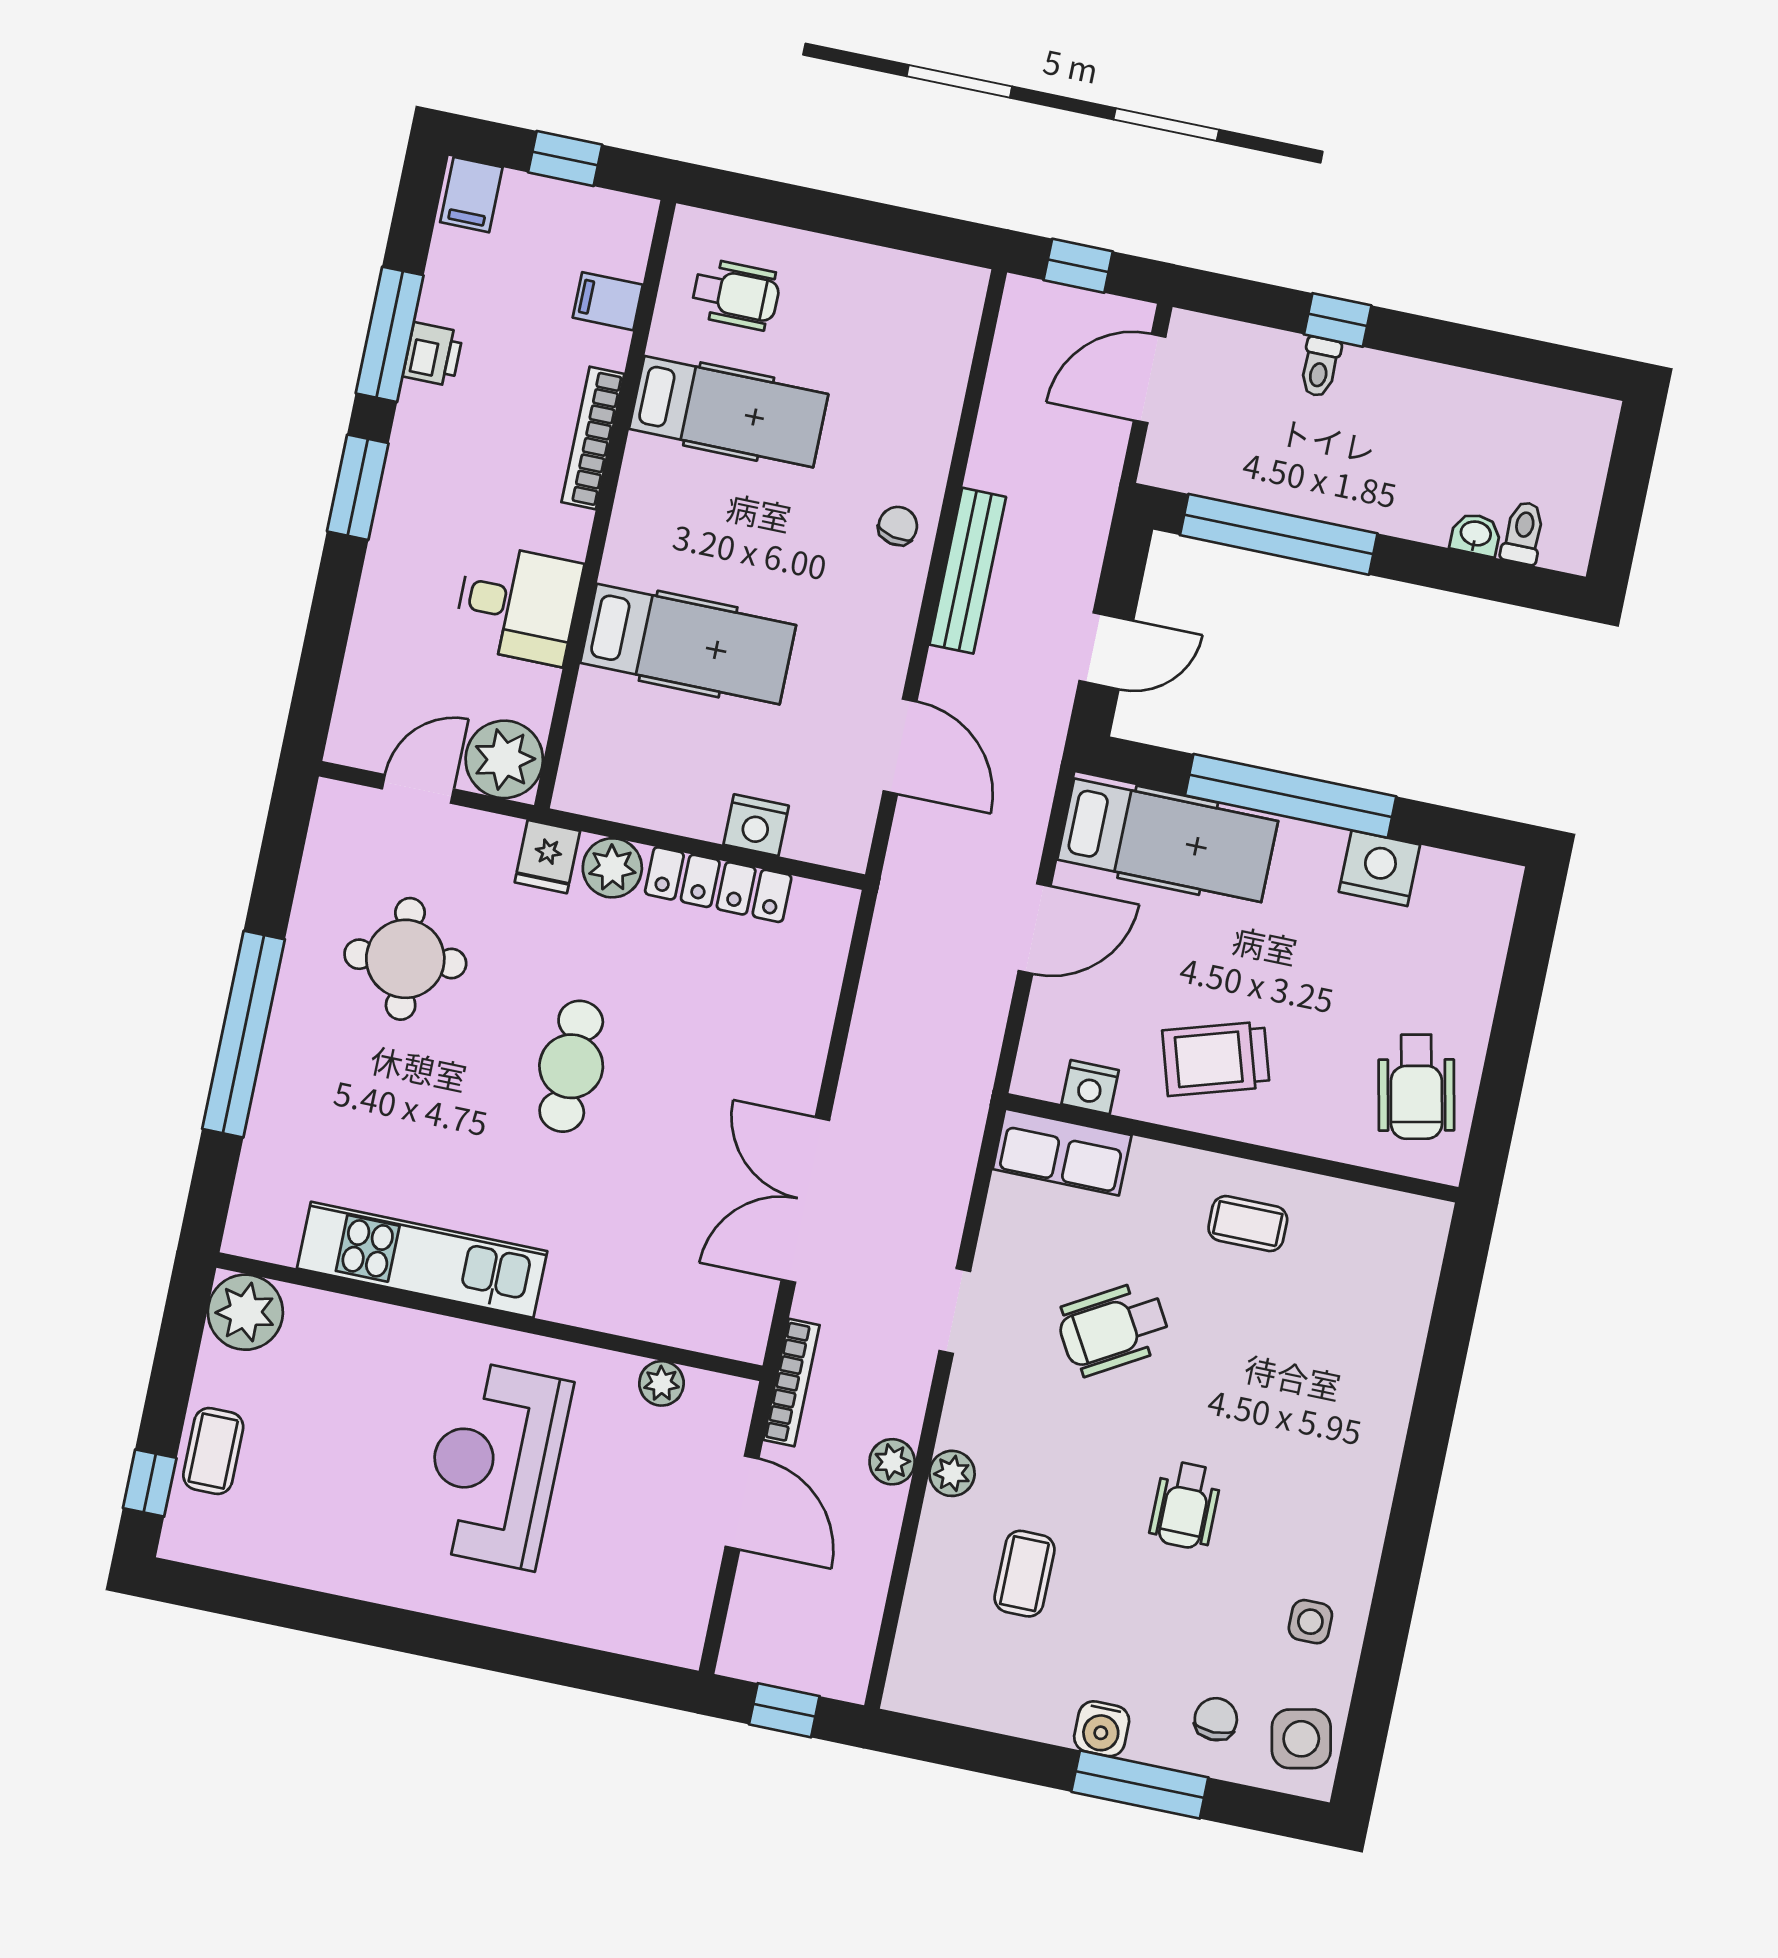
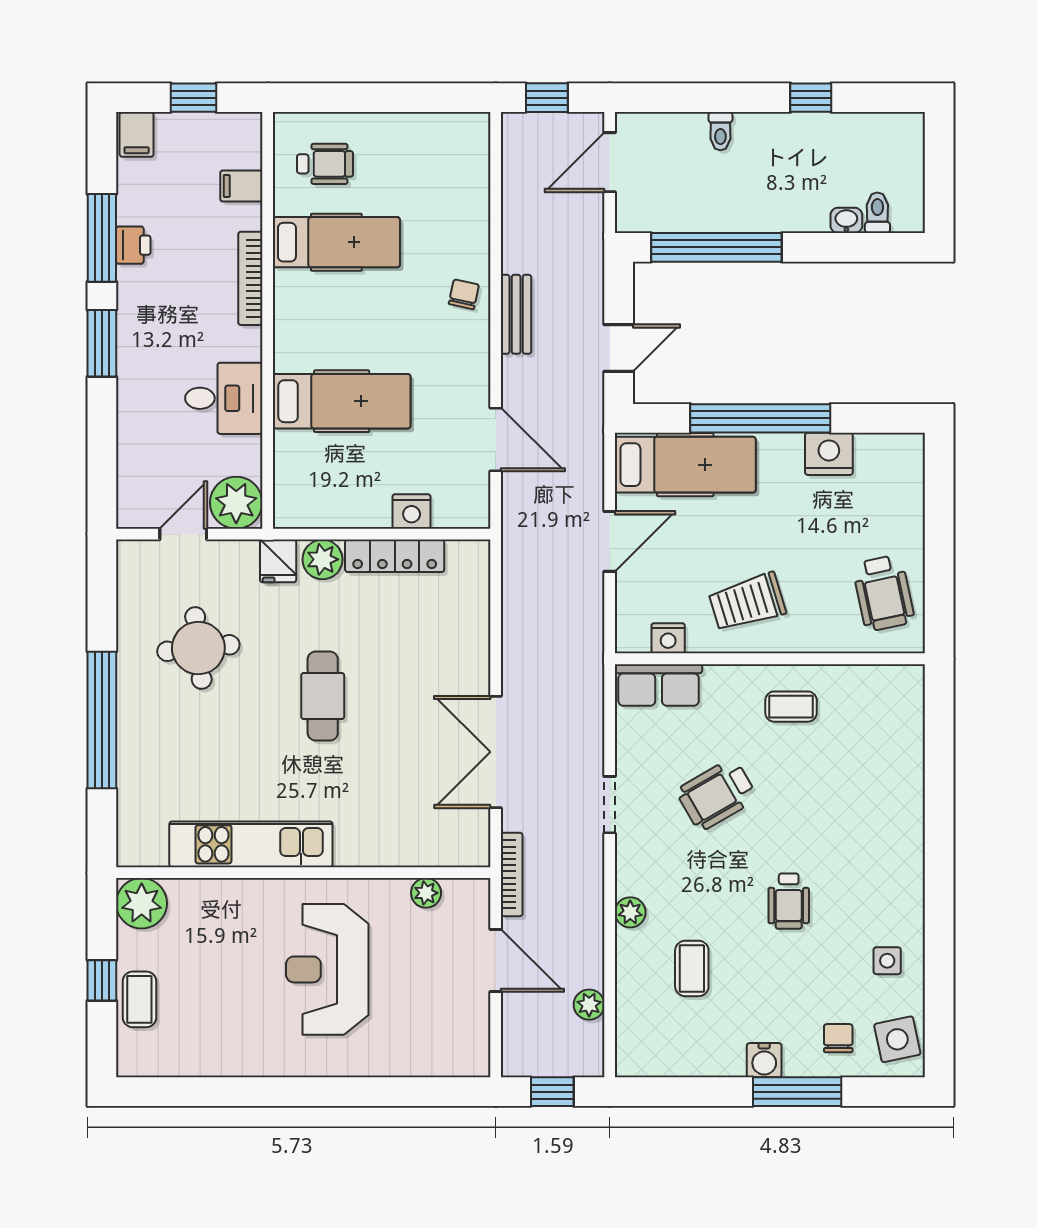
window: (1338, 320) -> (811, 98), moved
bench: (968, 571) -> (516, 314), width x0.73
plant: (892, 1462) -> (589, 1005), moved
window: (150, 1483) -> (102, 980), moved

